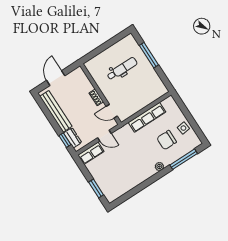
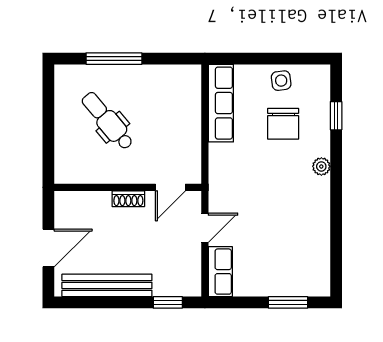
dental chair: (122, 69) -> (108, 121), turned -40
door: (56, 78) -> (48, 248), swing flipped
row of seats: (147, 117) -> (221, 103), moved
dresser: (73, 138) -> (173, 286), removed
window: (184, 159) -> (336, 116), width x0.46

